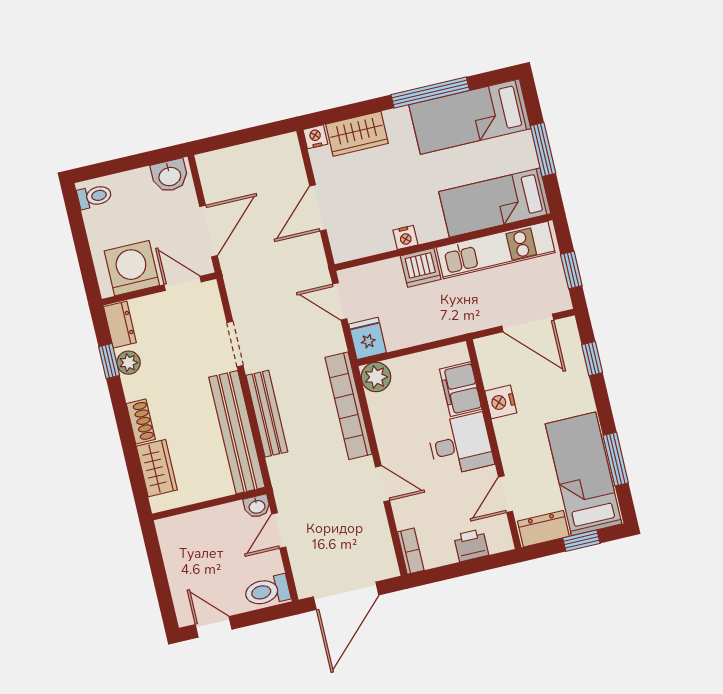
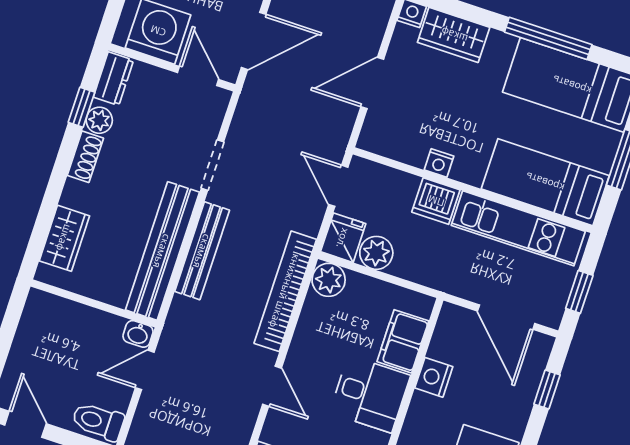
plant: (400, 334) -> (376, 253), added
shoe rack: (141, 422) -> (85, 157), moved

